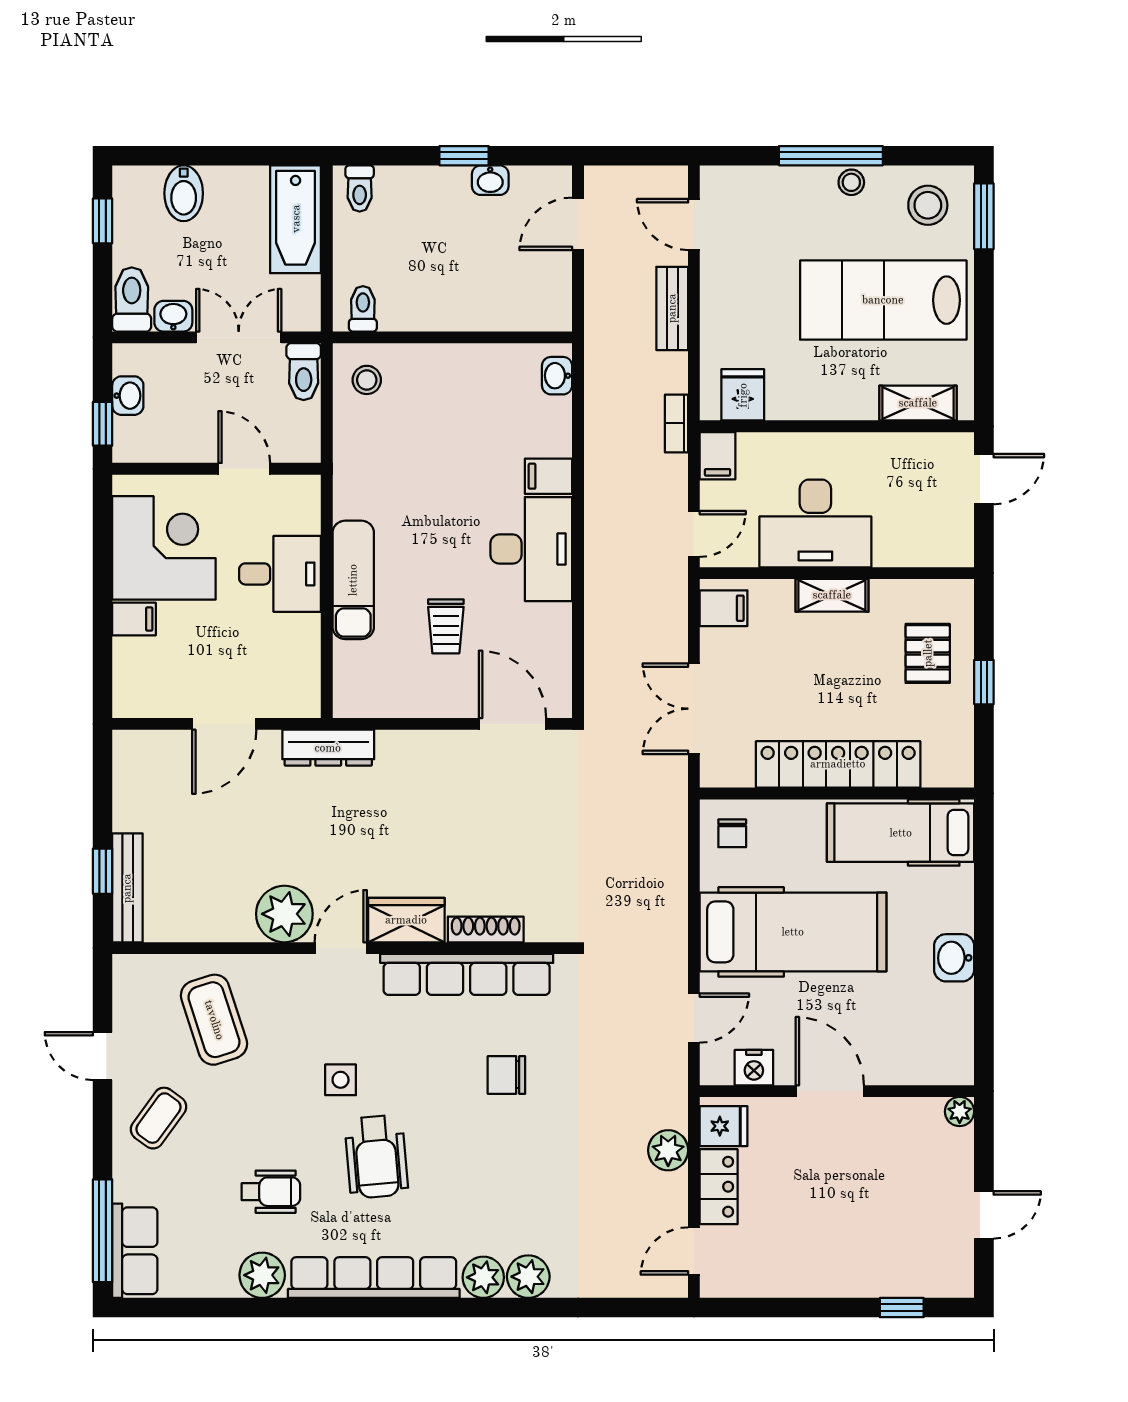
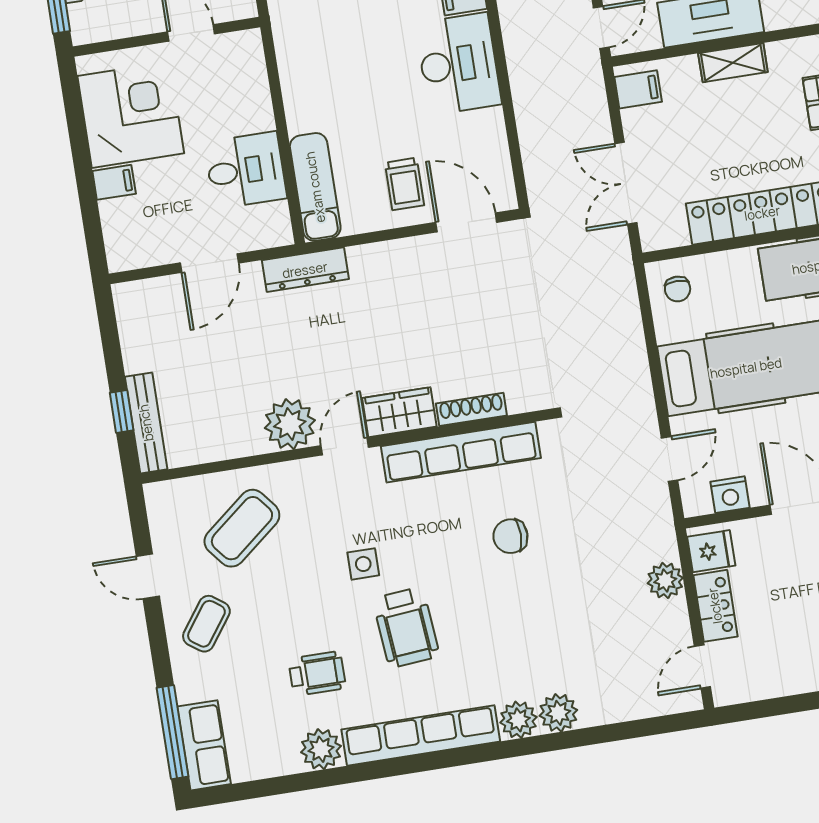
desk: (280, 574) -> (246, 170), moved
exam couch: (353, 580) -> (315, 187), moved
trolley: (446, 626) -> (405, 184), moved
coffee table: (214, 1020) -> (242, 528), turned 69

